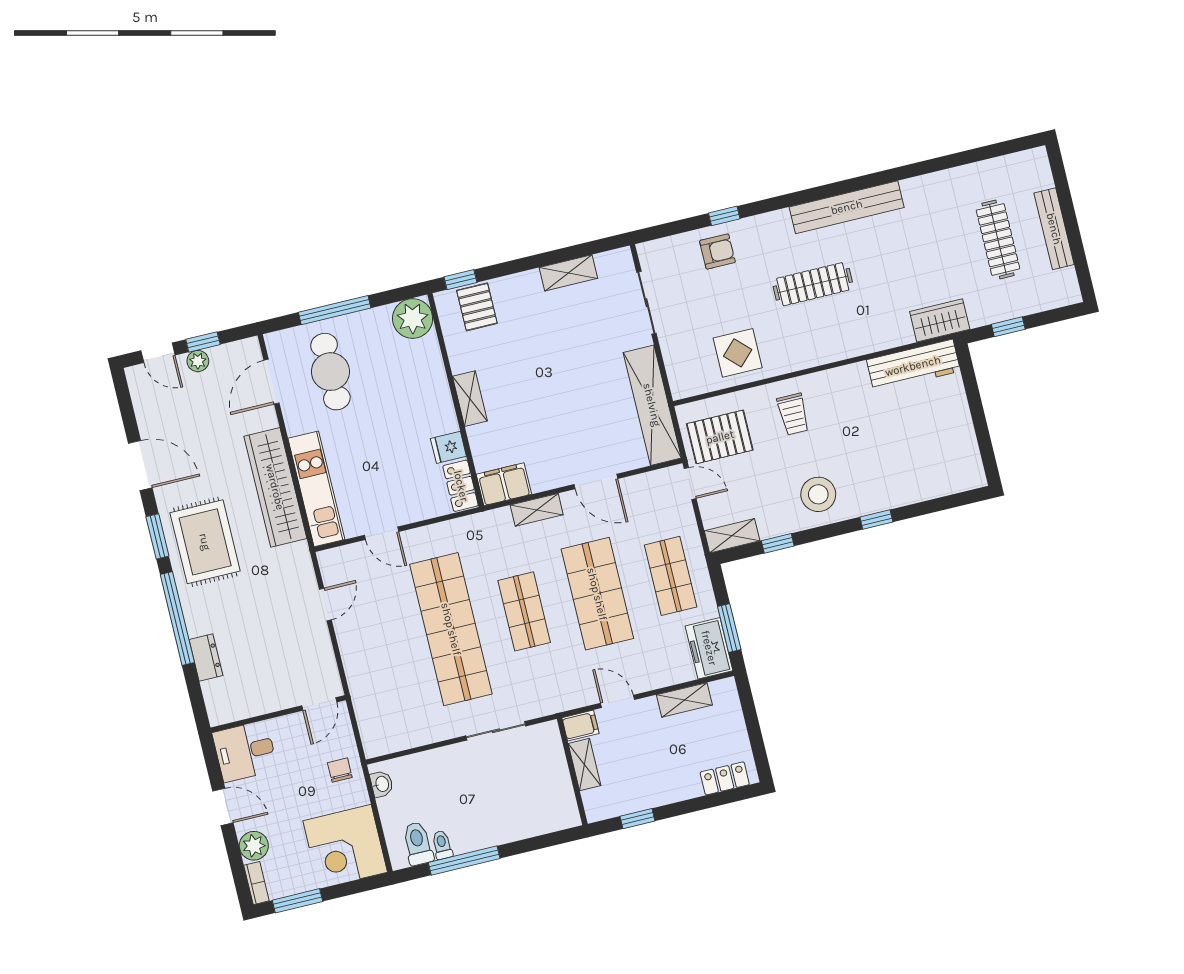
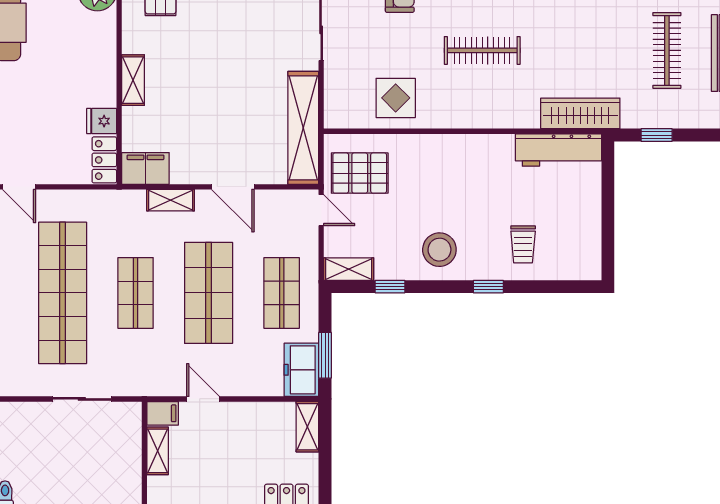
wardrobe: (940, 320) -> (580, 113), width x1.50
trolley: (793, 414) -> (523, 244), moved
shelving: (684, 700) -> (307, 427), moved, turned 90

